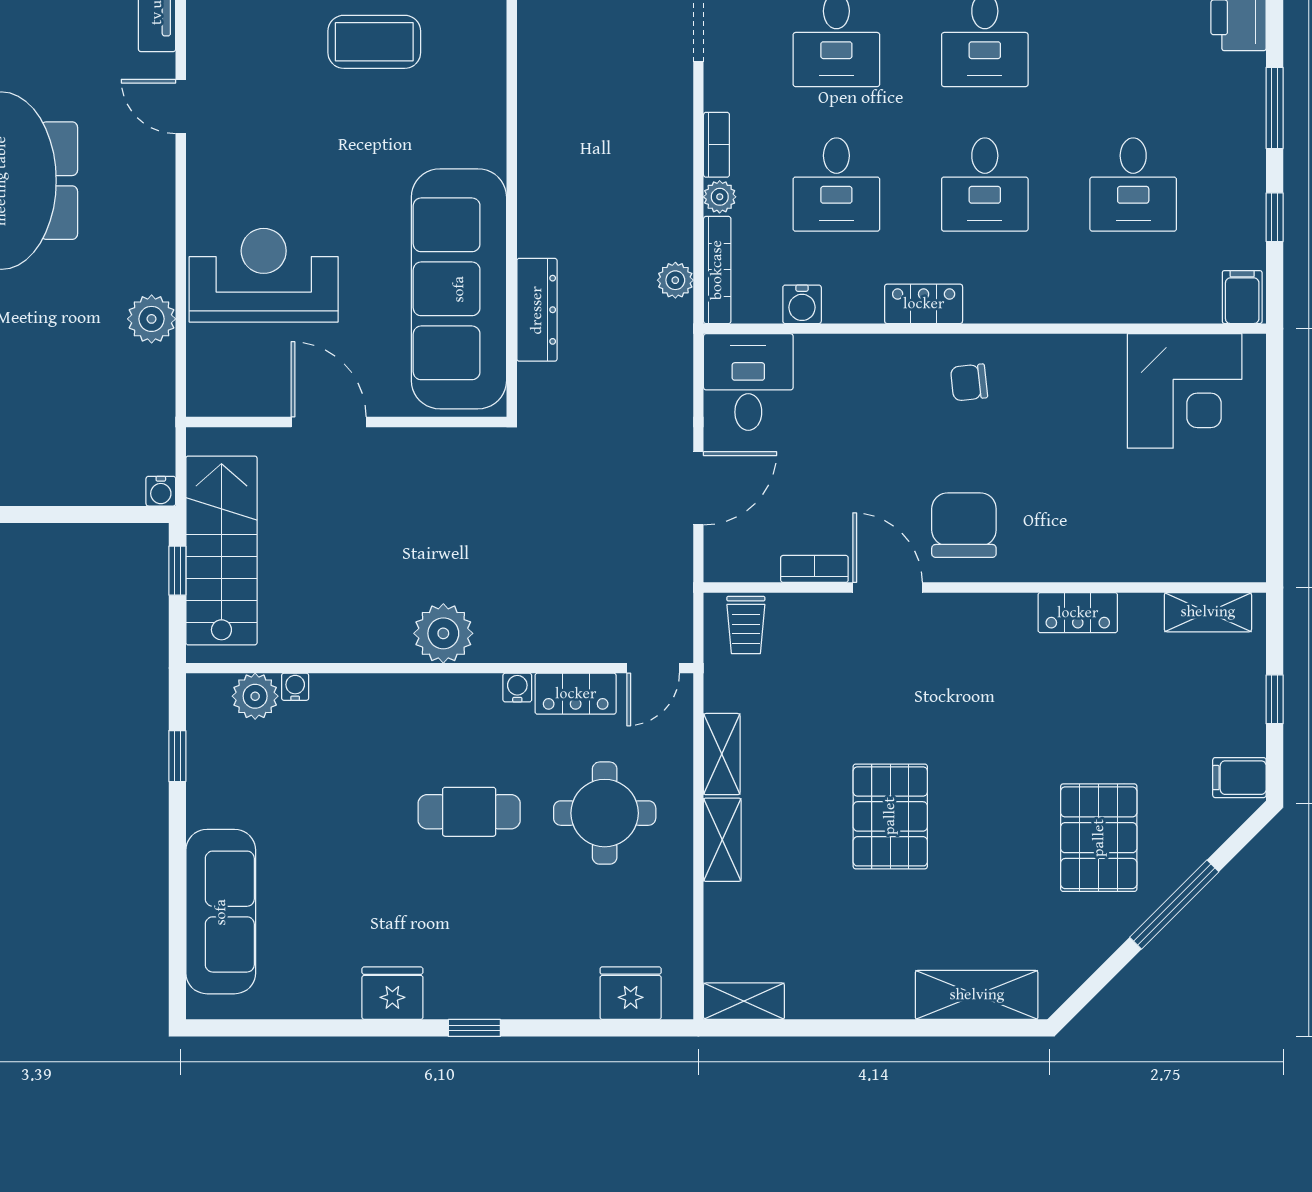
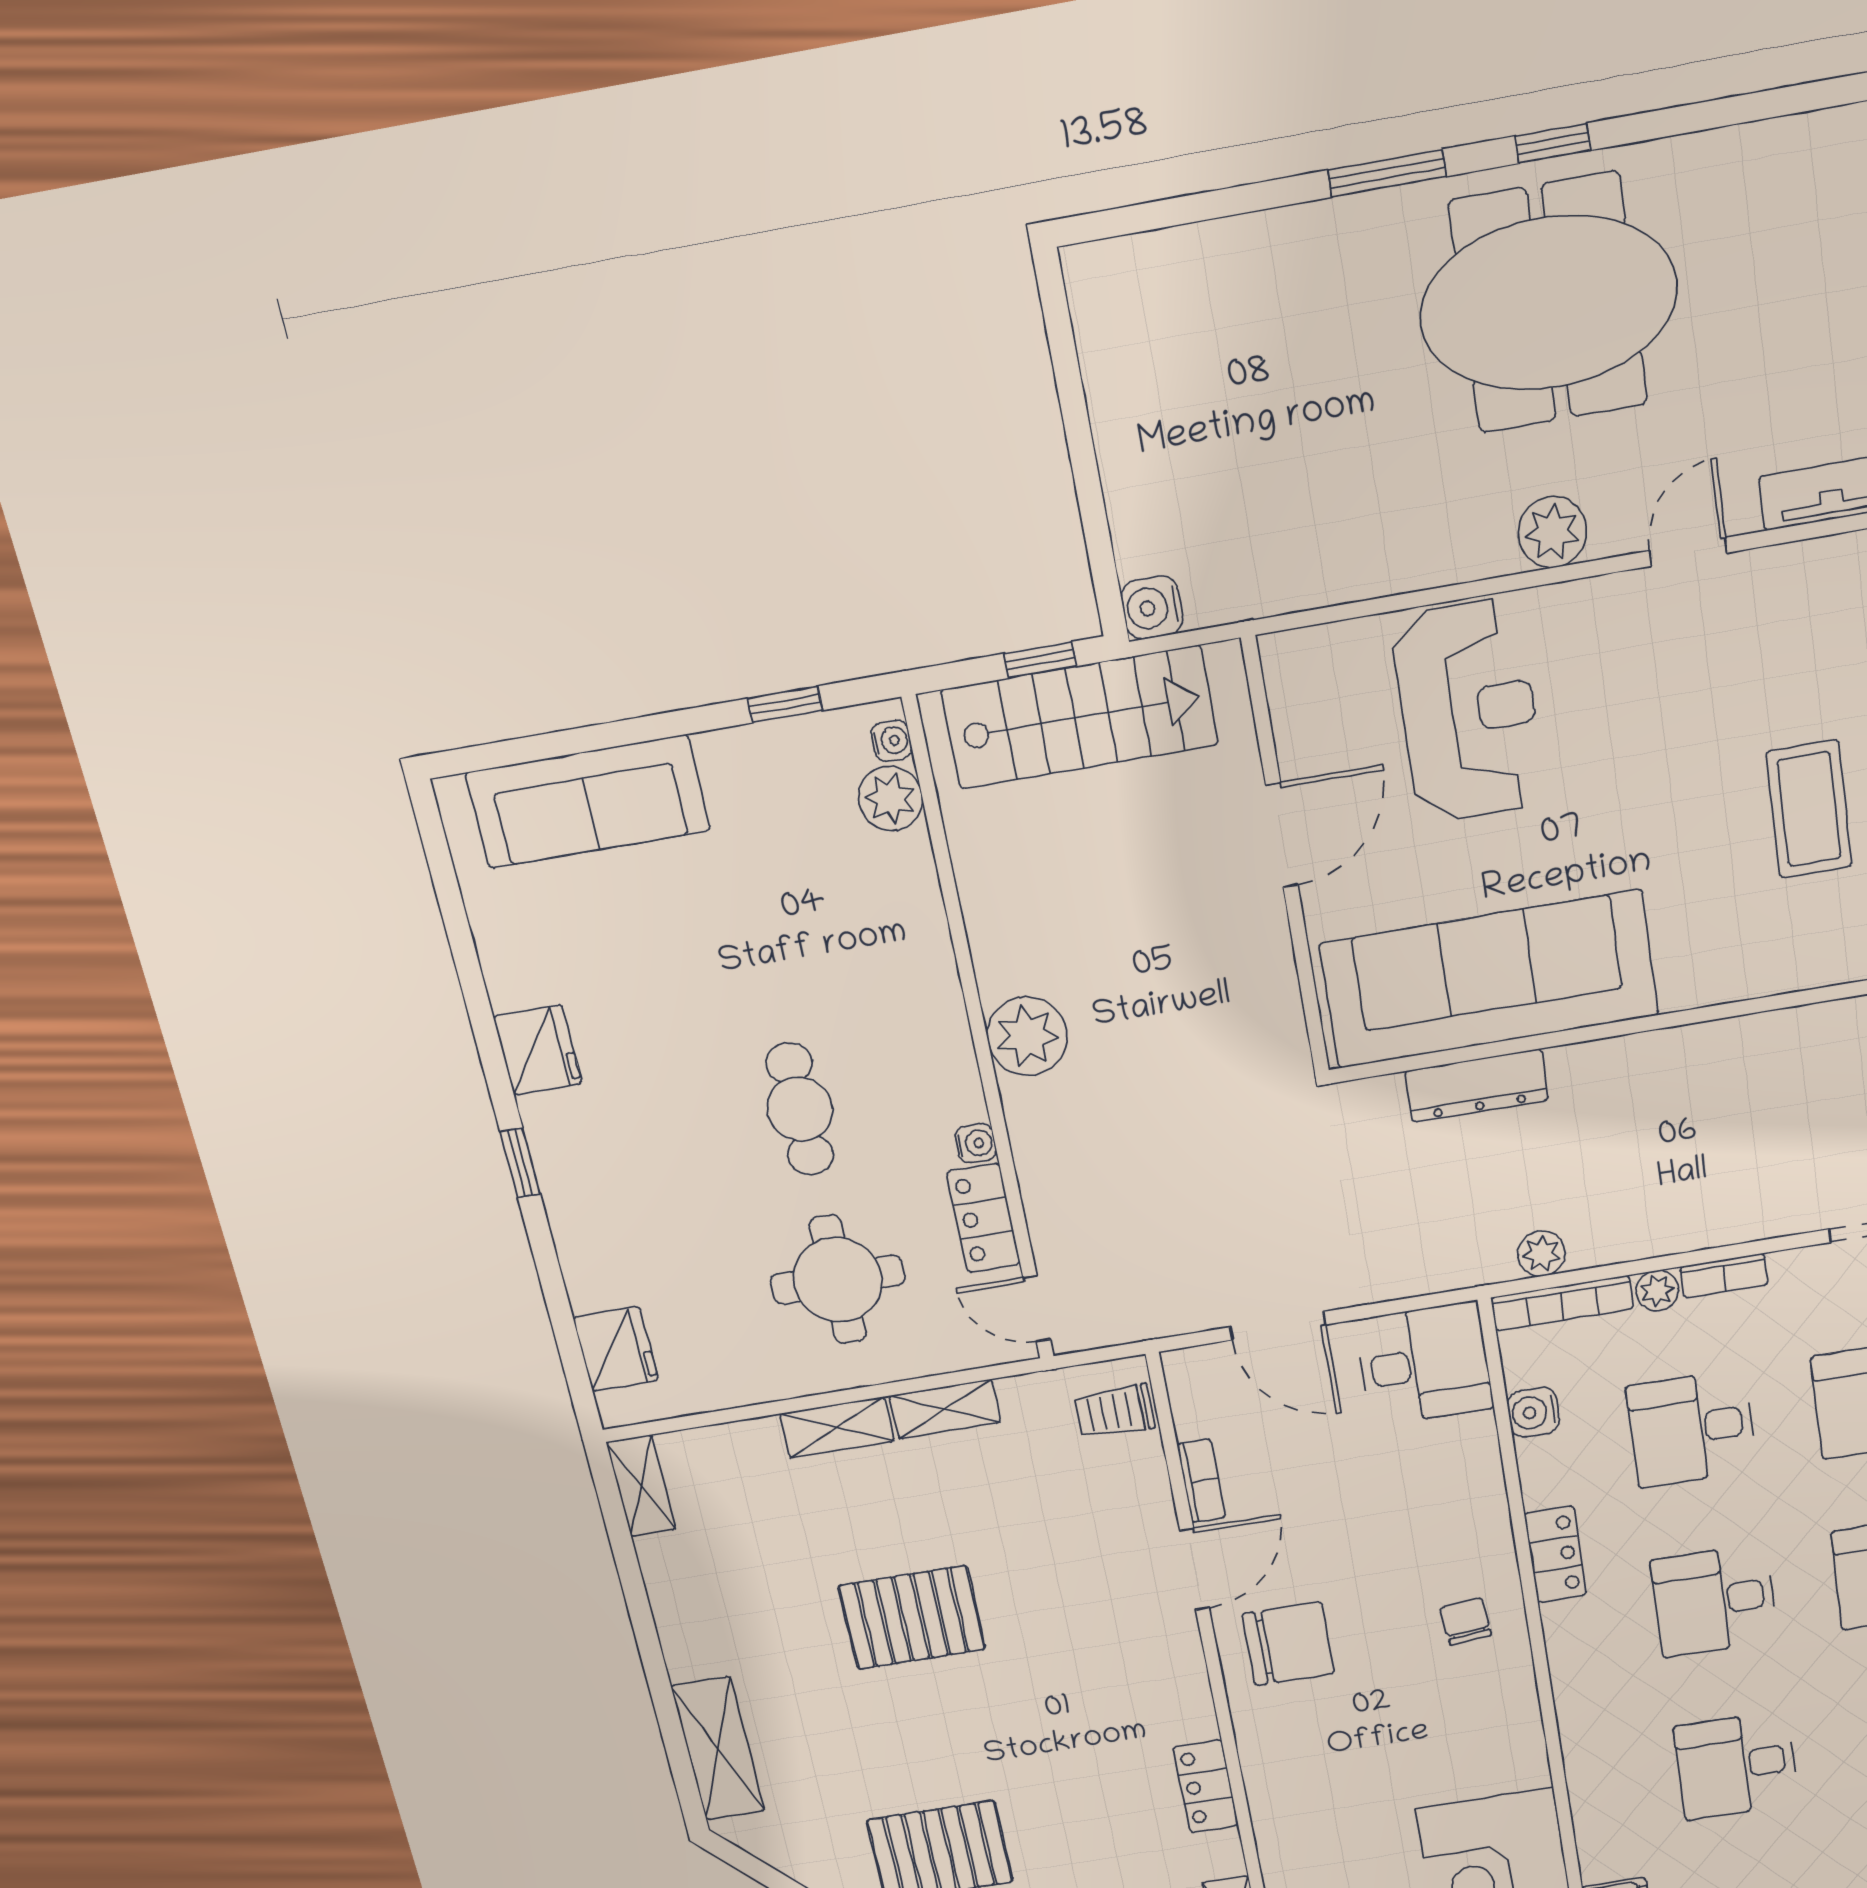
plant: (152, 319) -> (1553, 532), moved
water cooler: (161, 491) -> (1152, 608), width x1.38, depth x1.38
water cooler: (295, 687) -> (891, 741), moved

